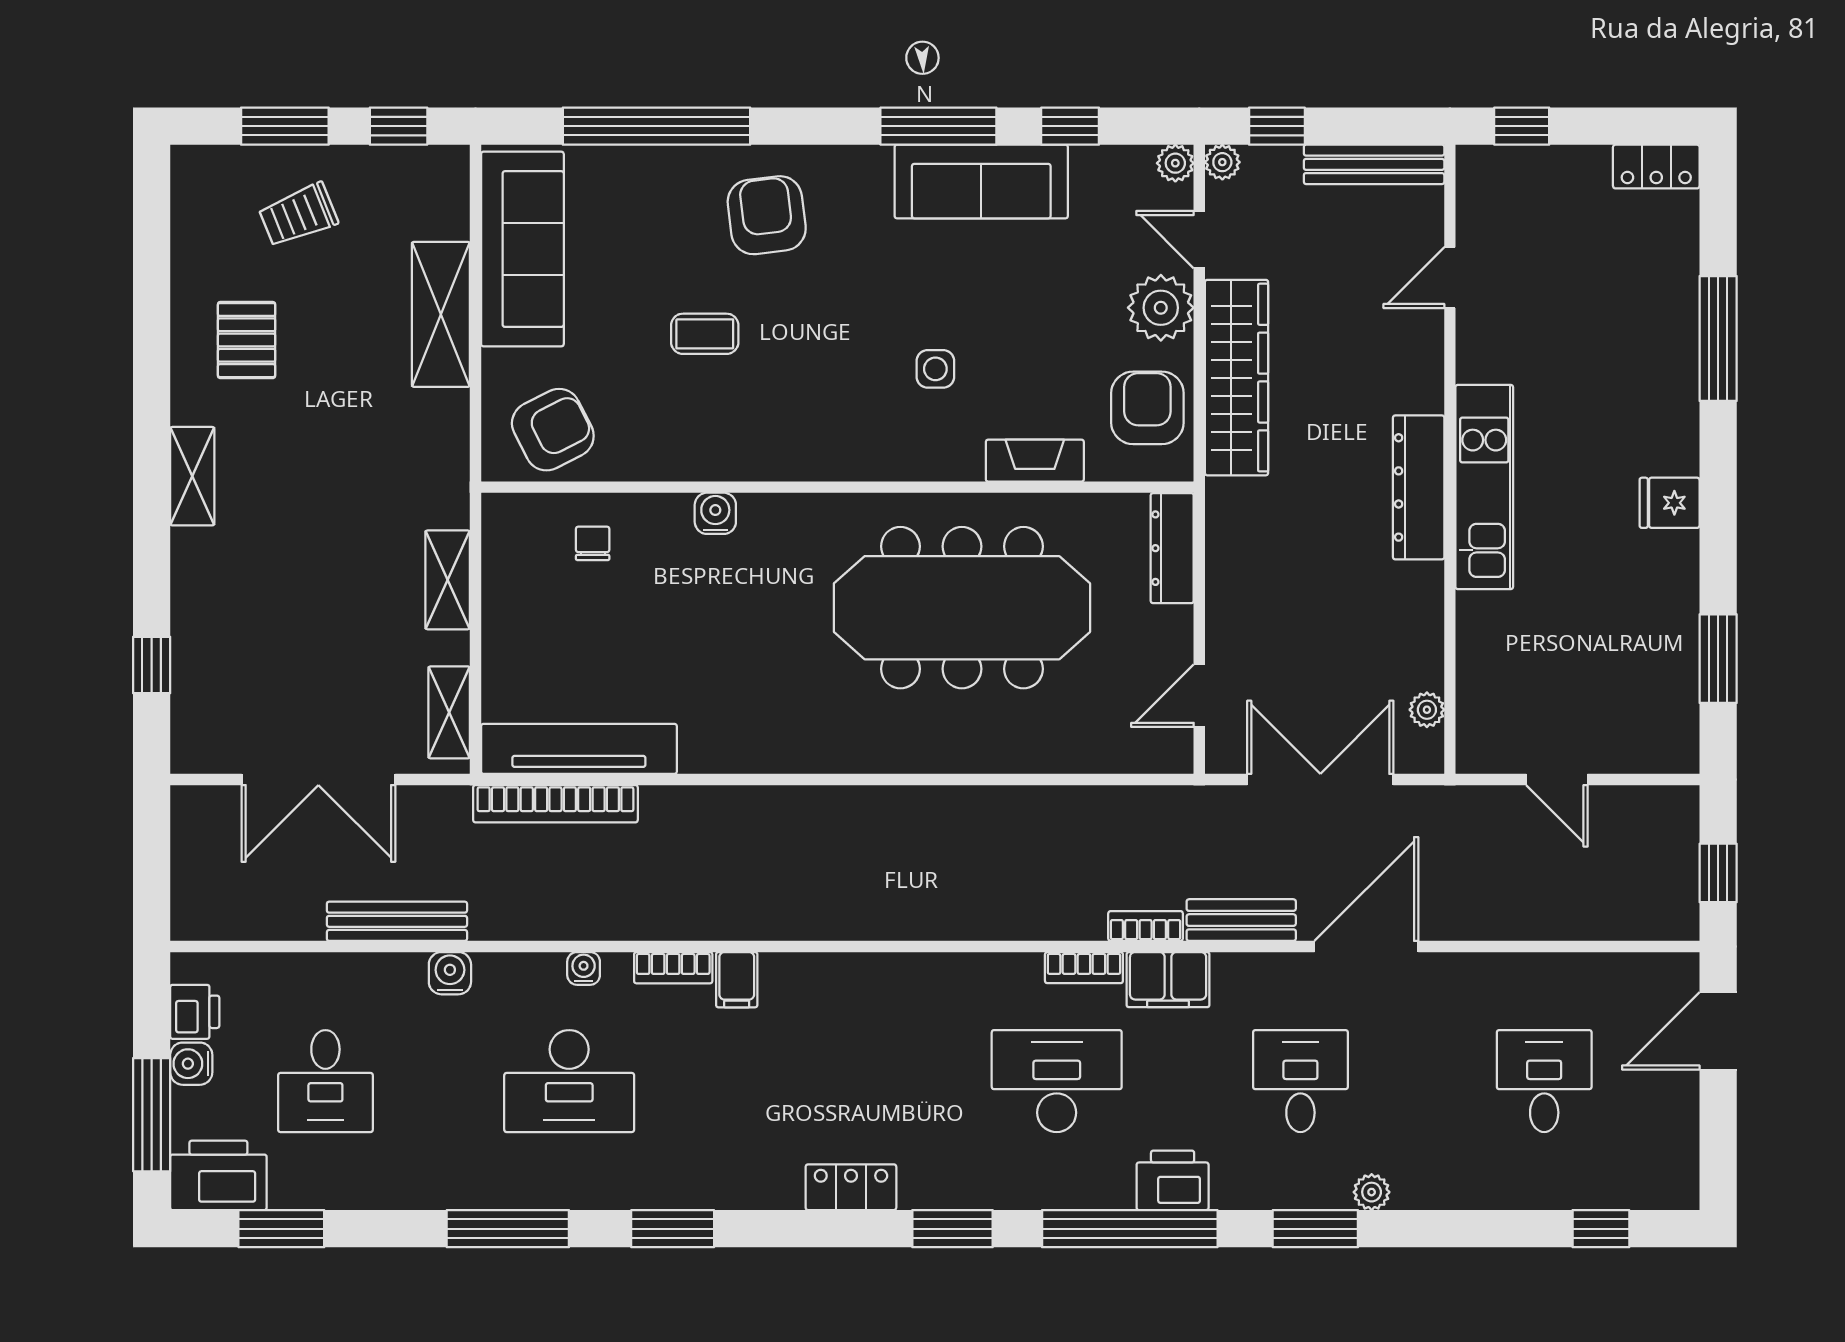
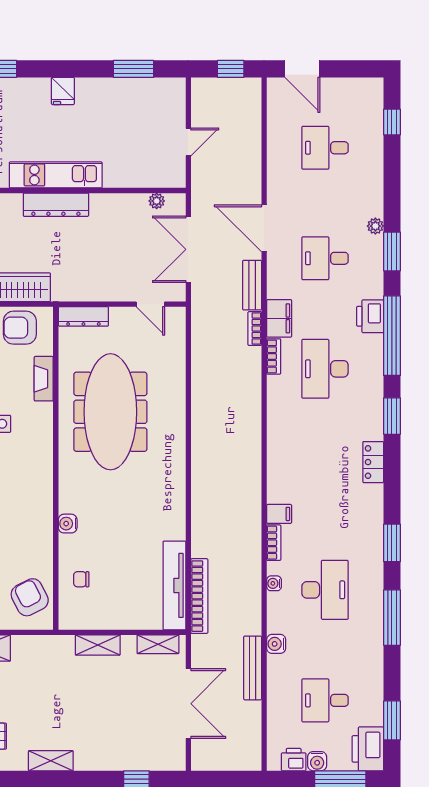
desk: (325, 1081) -> (325, 700), turned 180

